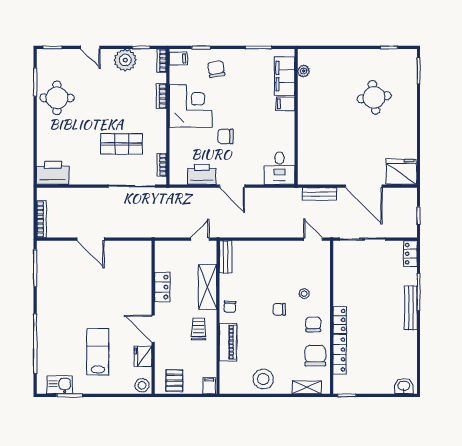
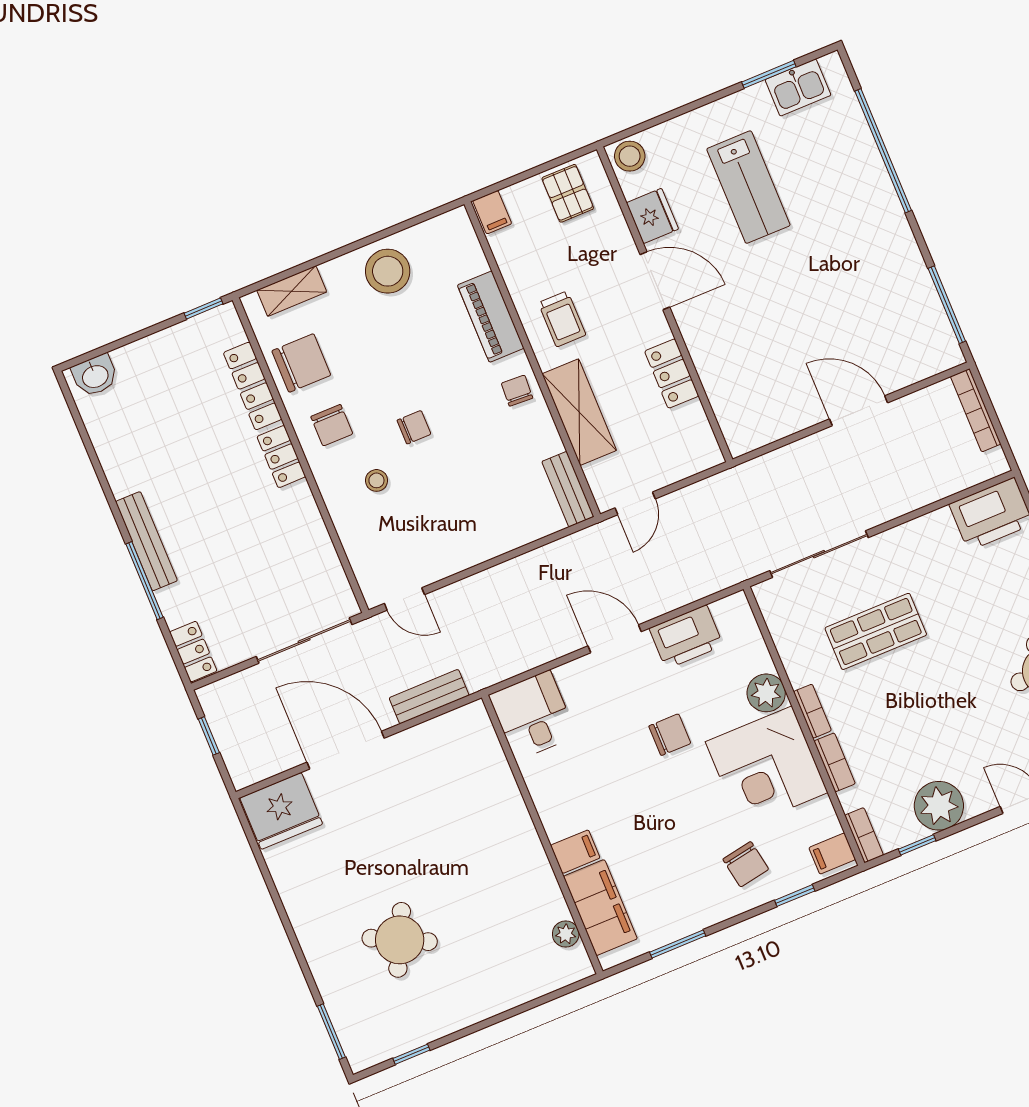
round table: (374, 97) -> (400, 940), turned 33
plant: (178, 137) -> (766, 693), added
bookcase: (162, 165) -> (812, 711), moved
chair: (315, 356) -> (301, 363), turned -90

